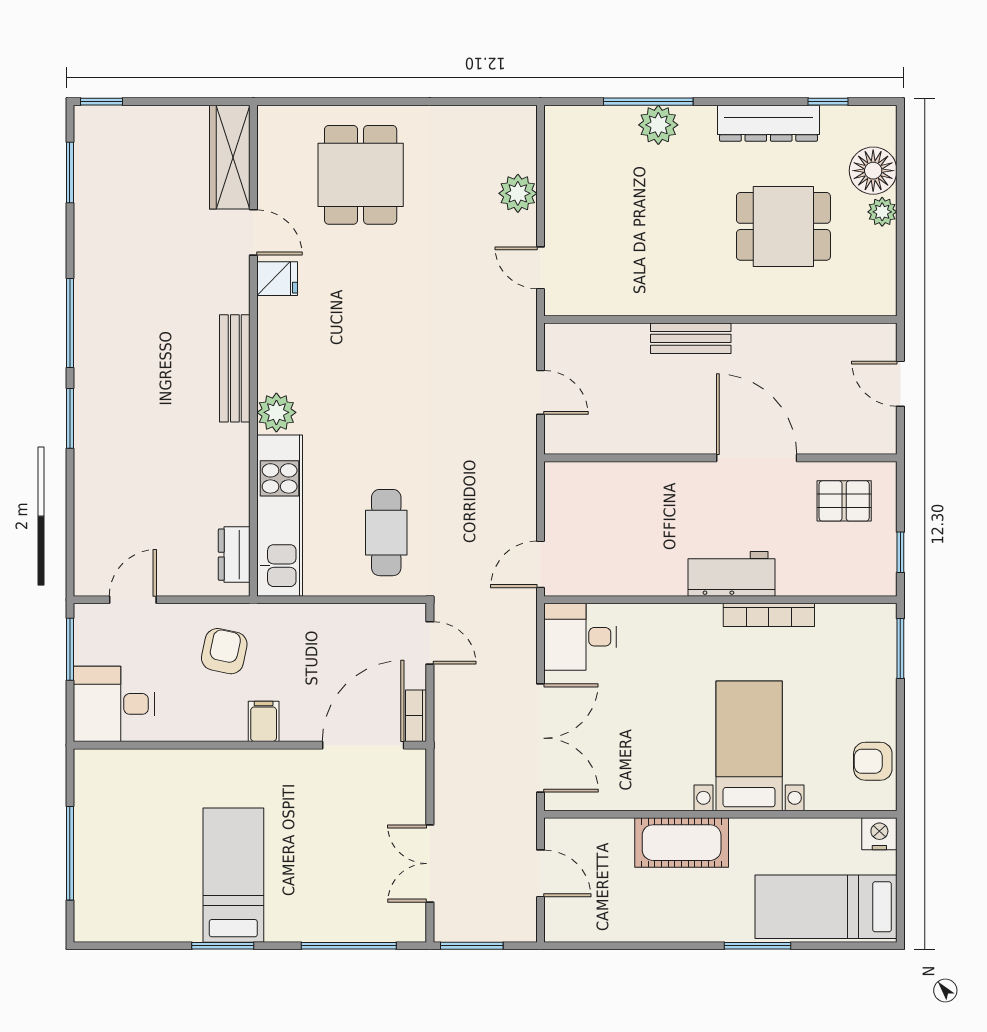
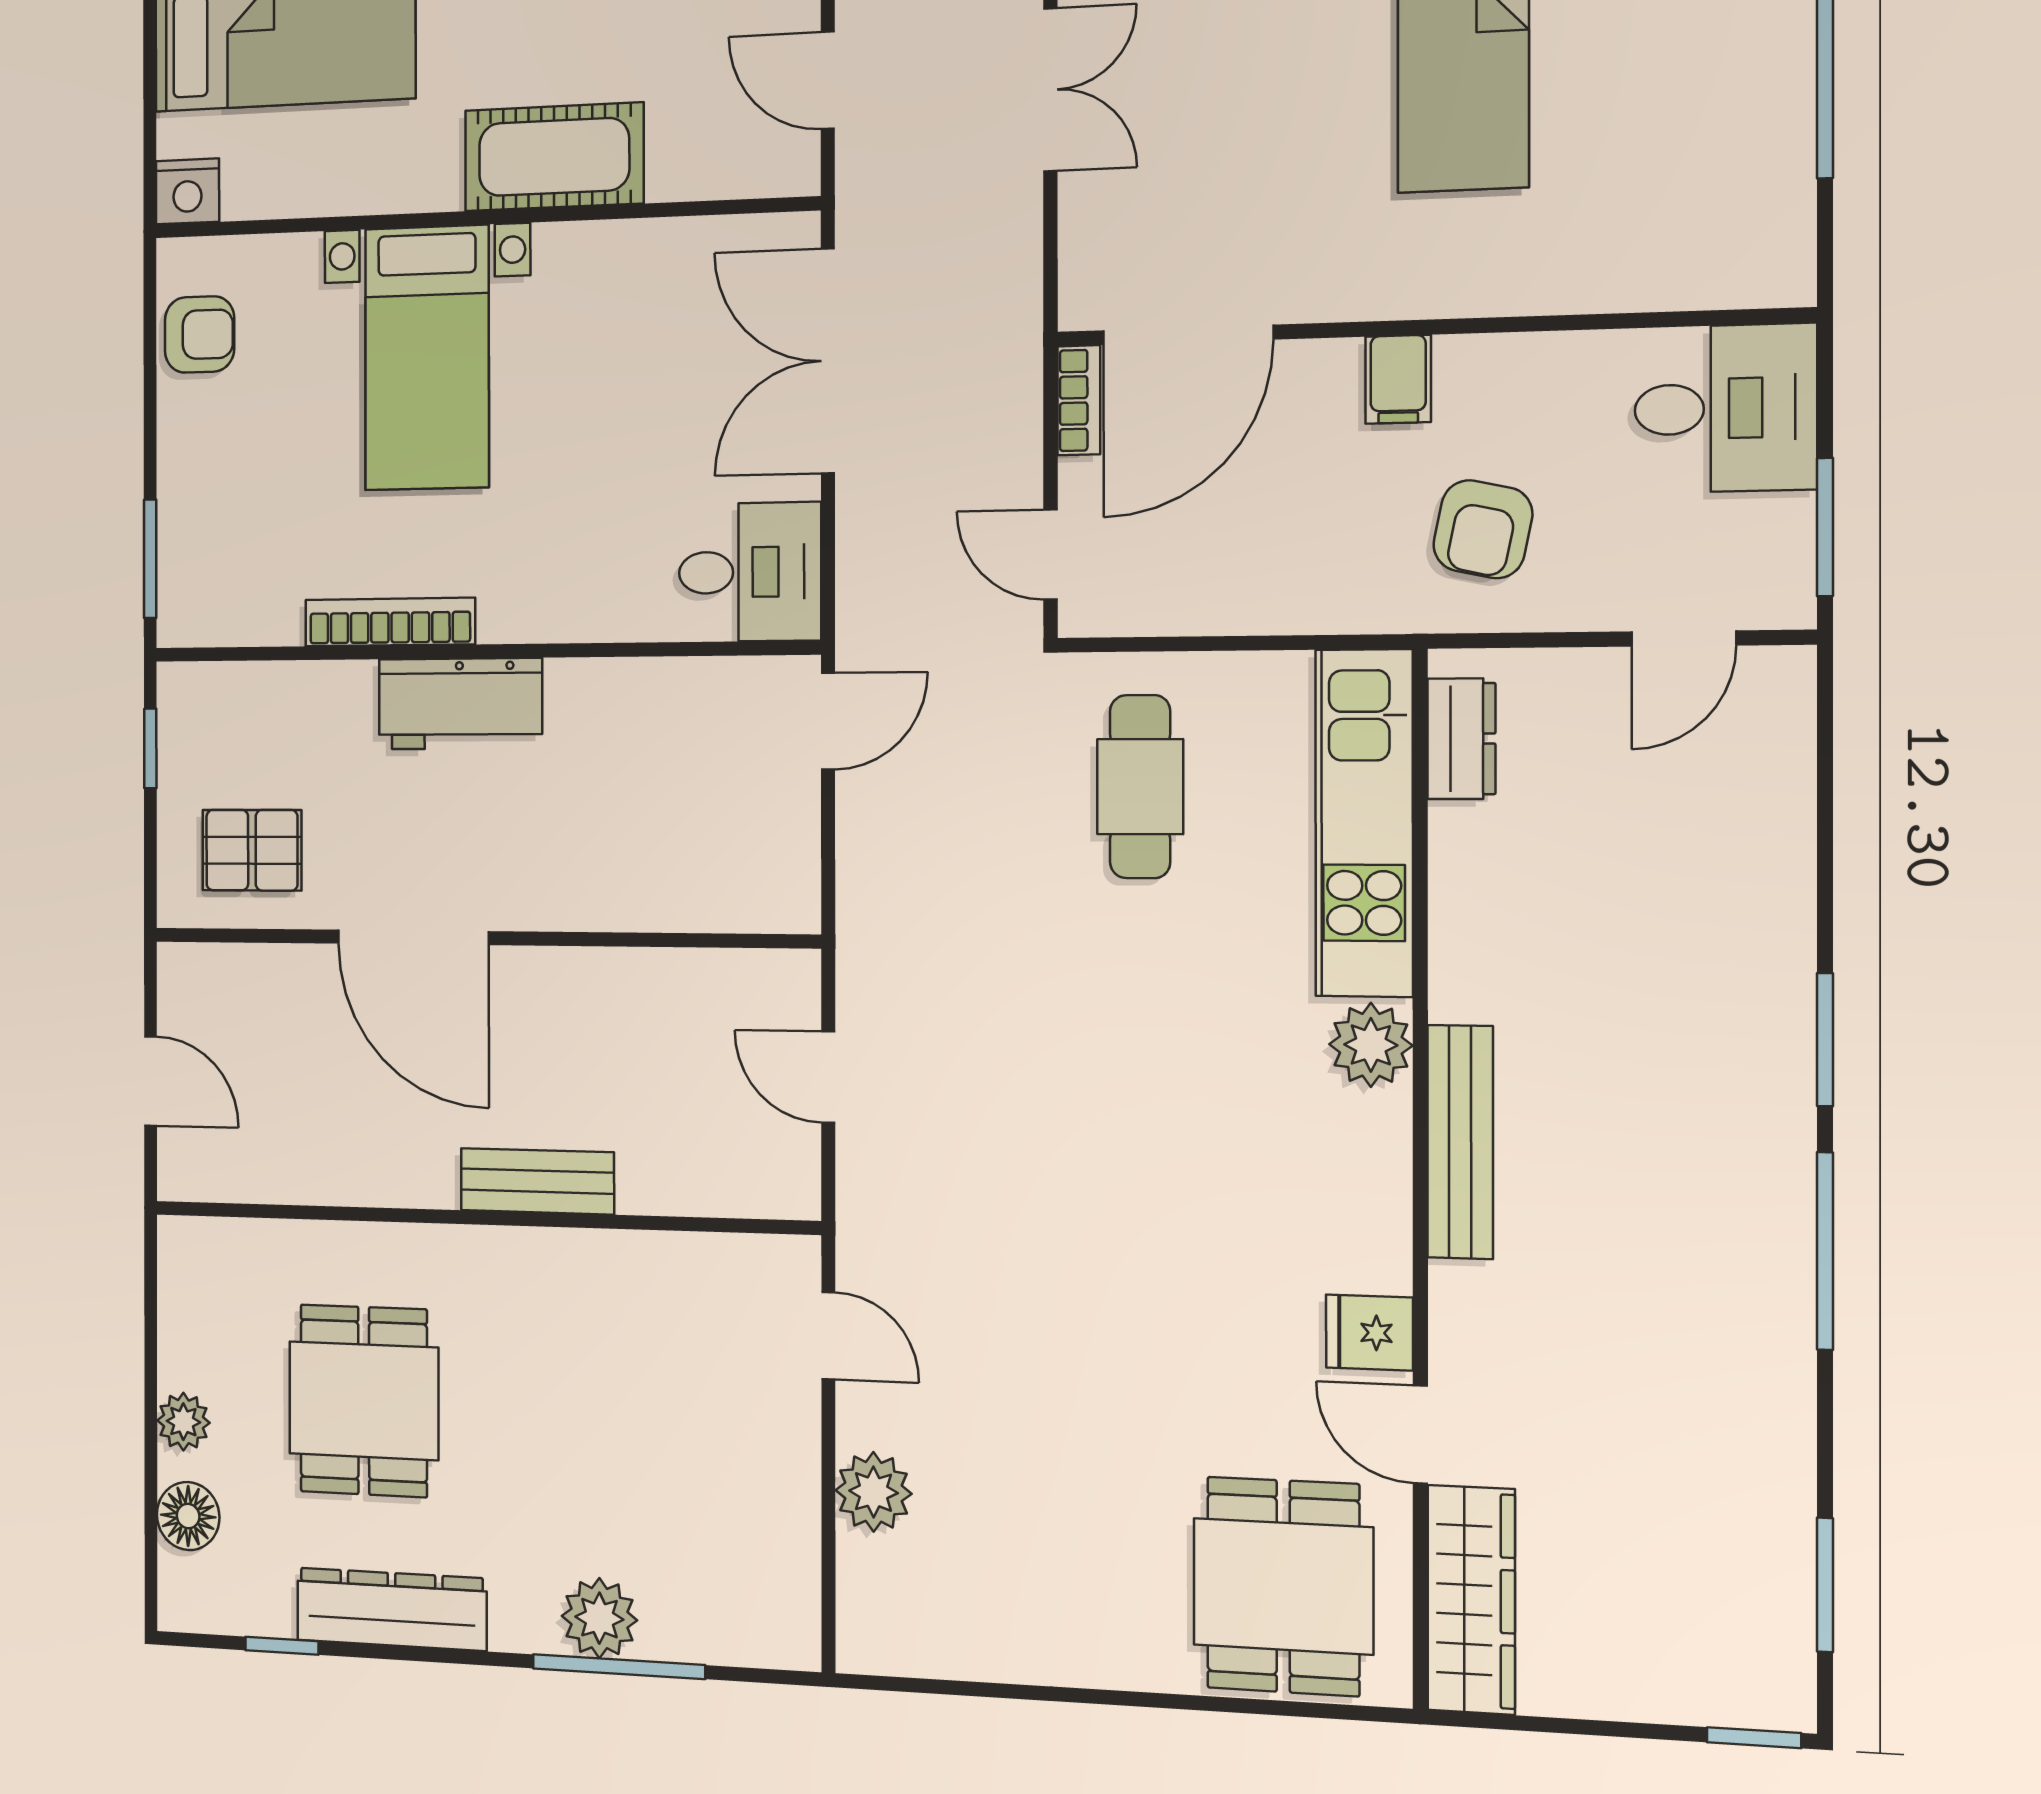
floor lamp: (873, 171) -> (188, 1516), width x0.73, depth x0.73
dining table: (361, 175) -> (1283, 1586), moved
dining table: (783, 226) -> (364, 1401), turned 90

